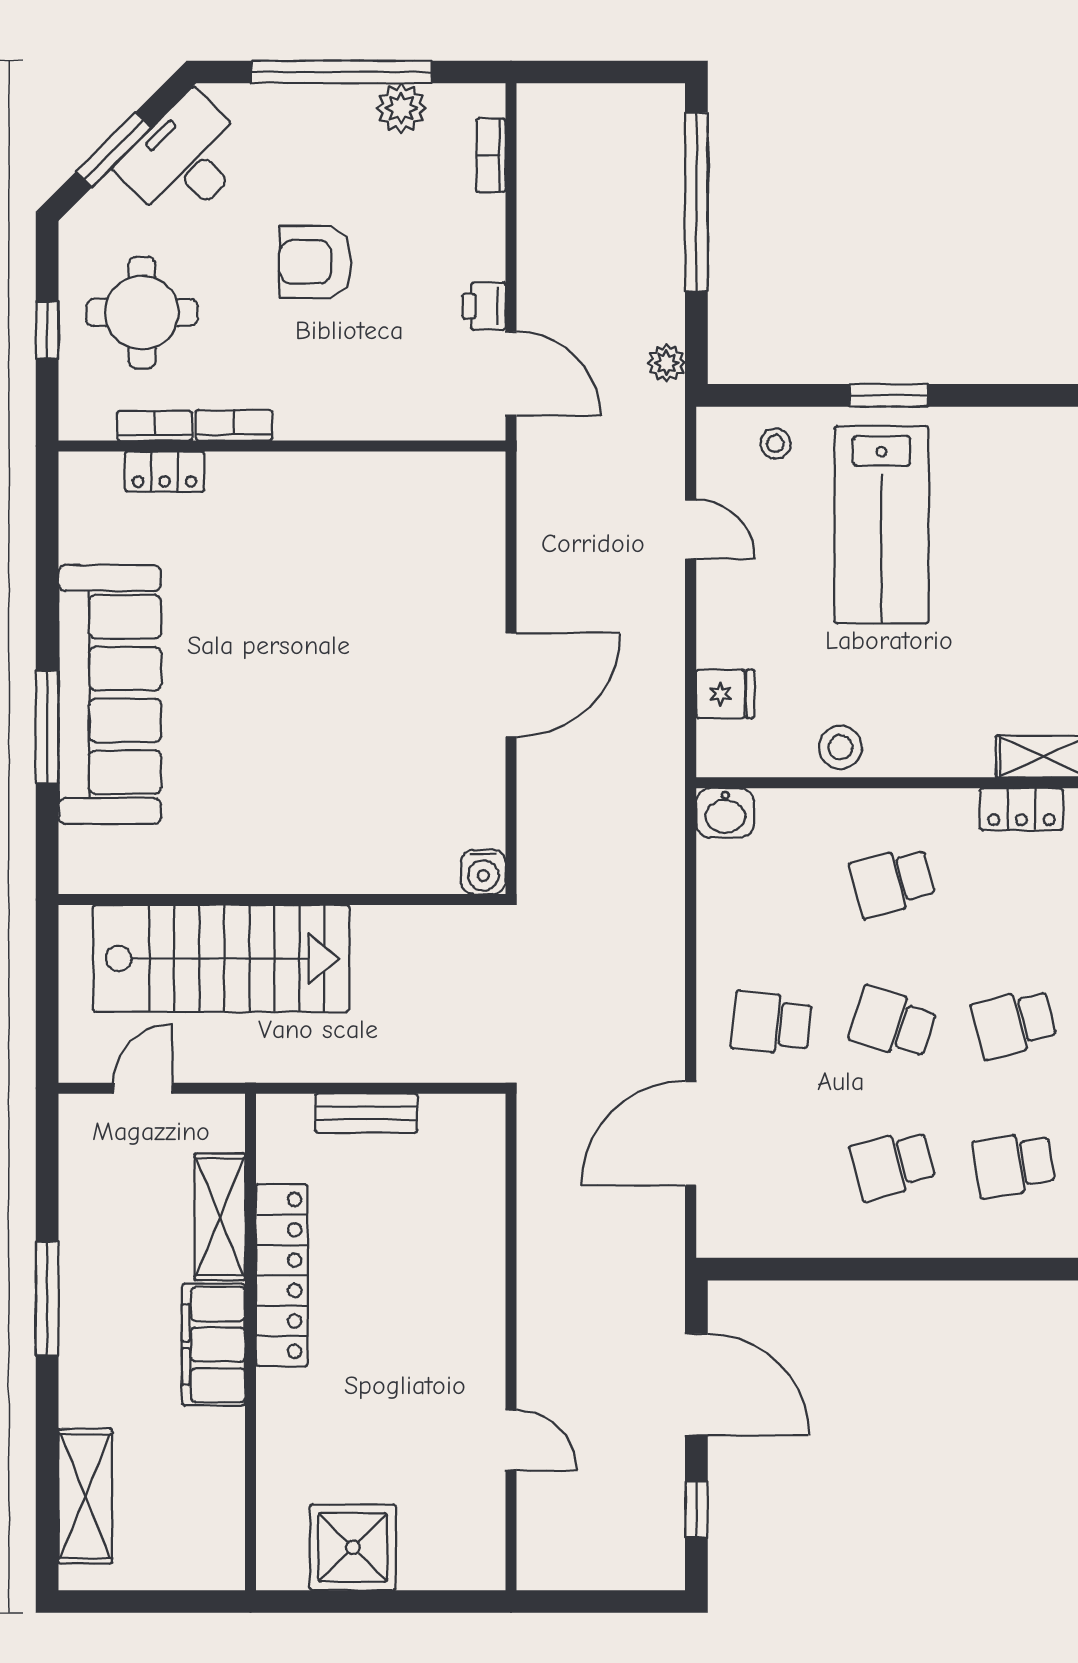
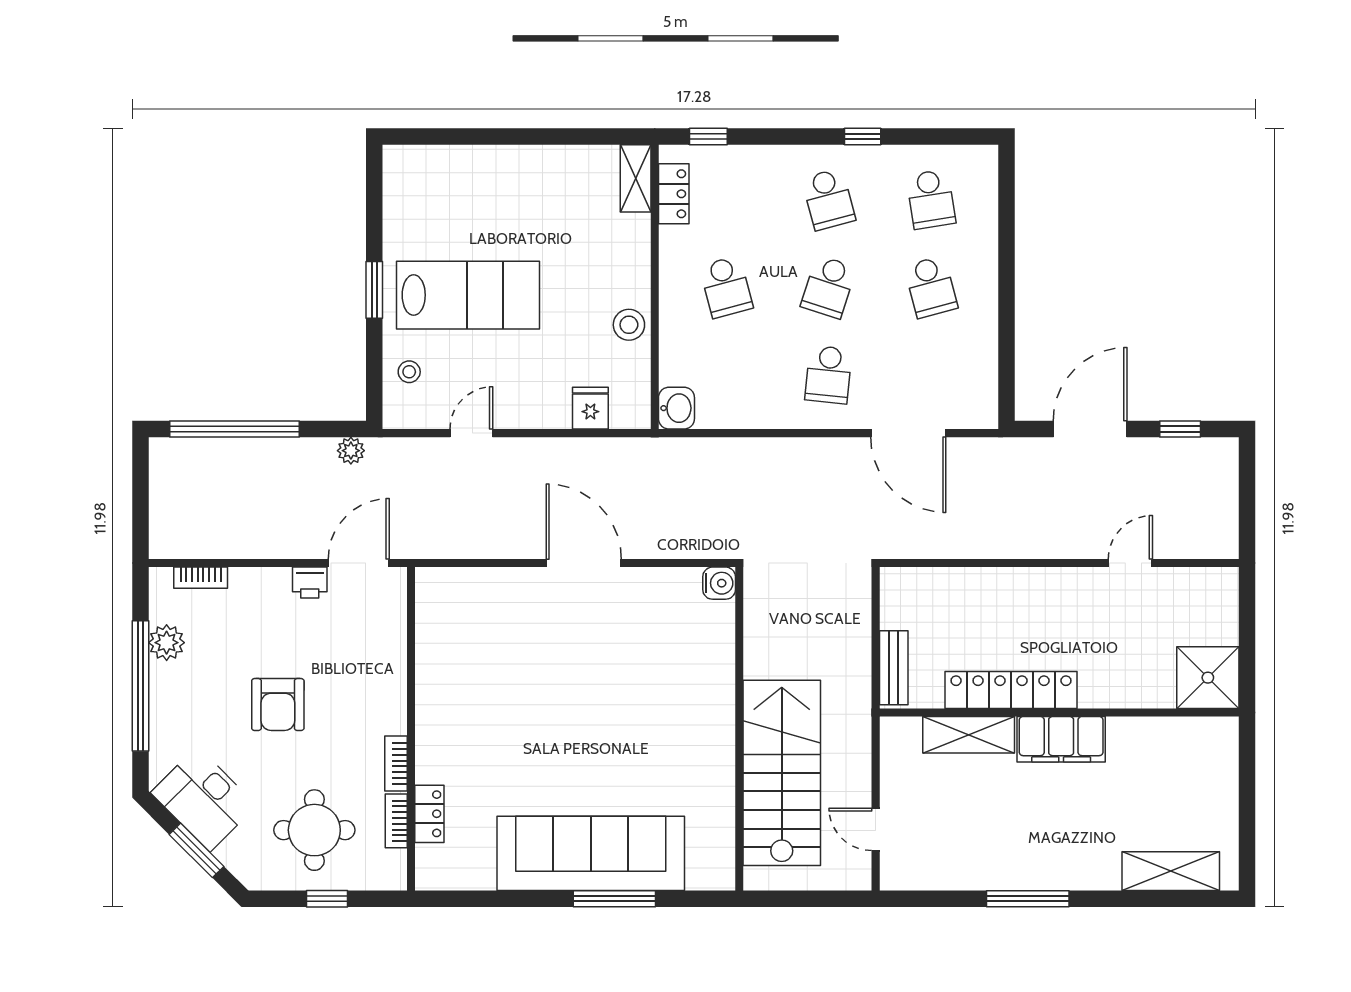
shelving: (220, 1217) -> (969, 735), moved
locker: (282, 1275) -> (1011, 690), moved
wall: (251, 1342) -> (1059, 713), moved
filing cabinet: (214, 1345) -> (1061, 739), moved

